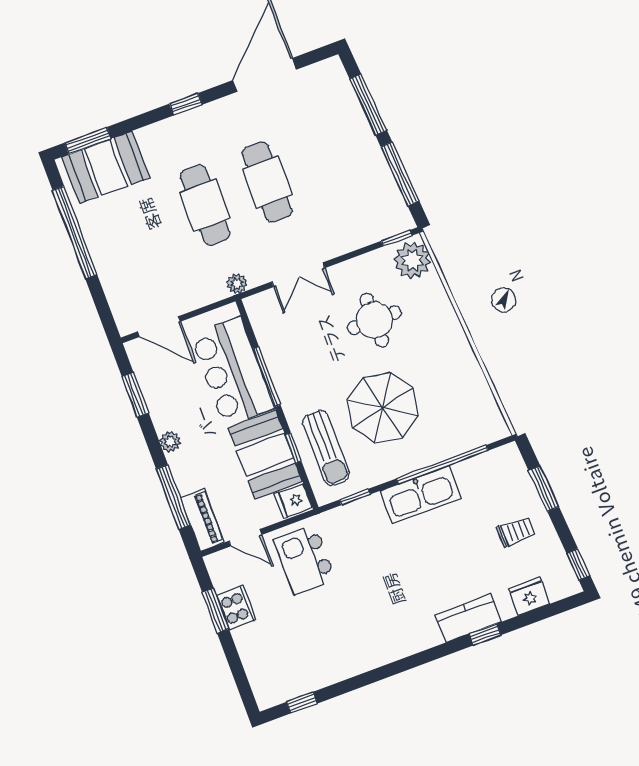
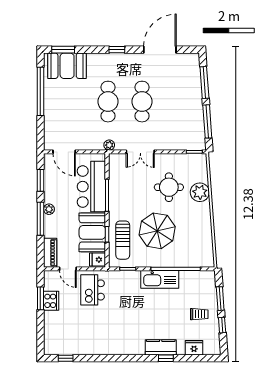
plant: (412, 260) -> (200, 192), moved
window: (173, 497) -> (40, 219), moved
window: (578, 564) -> (222, 325), moved

